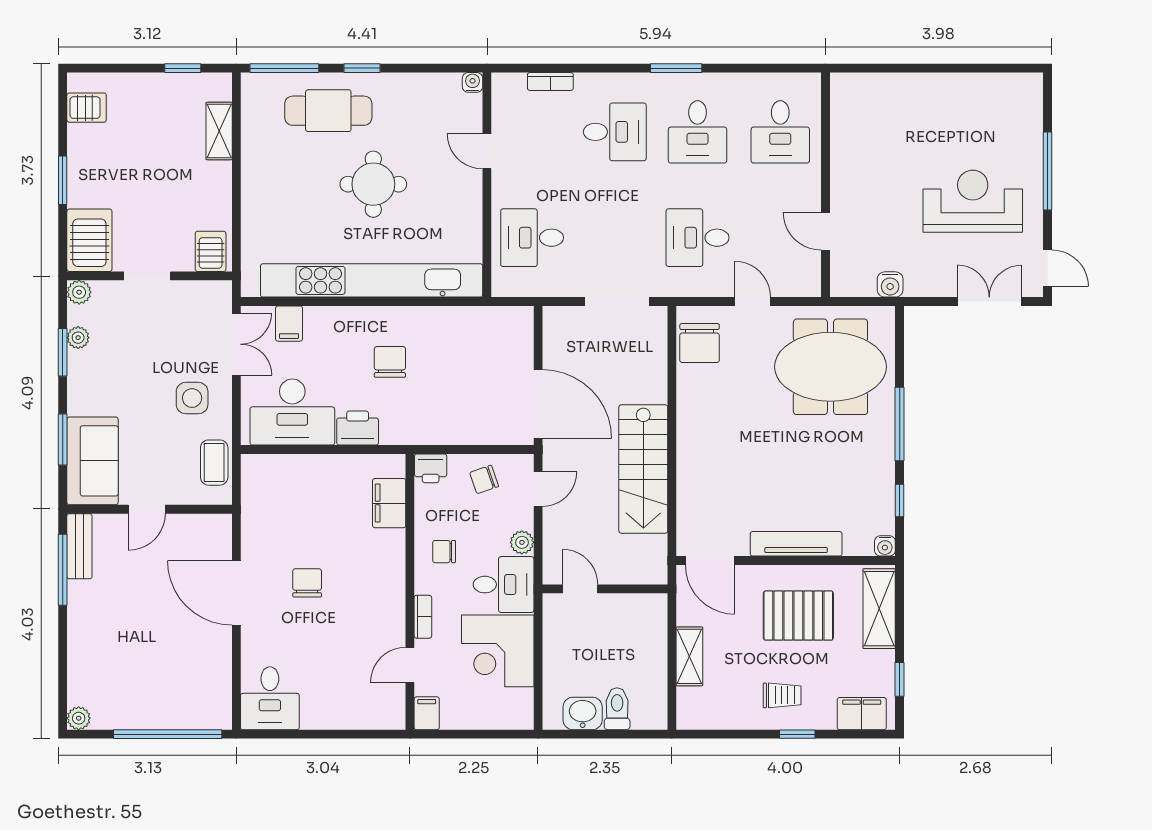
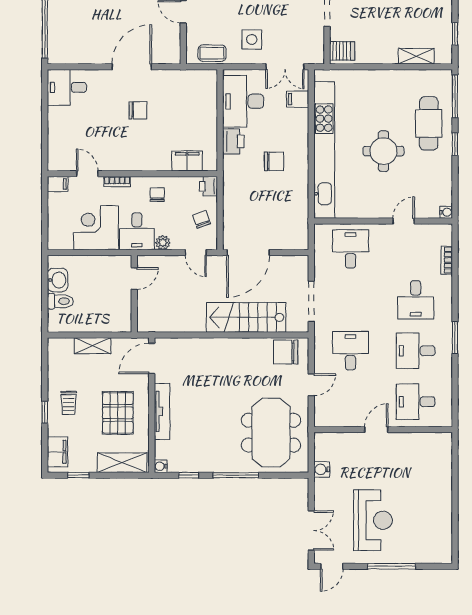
door: (826, 231) -> (376, 430), moved
stairs: (643, 469) -> (246, 317), moved

